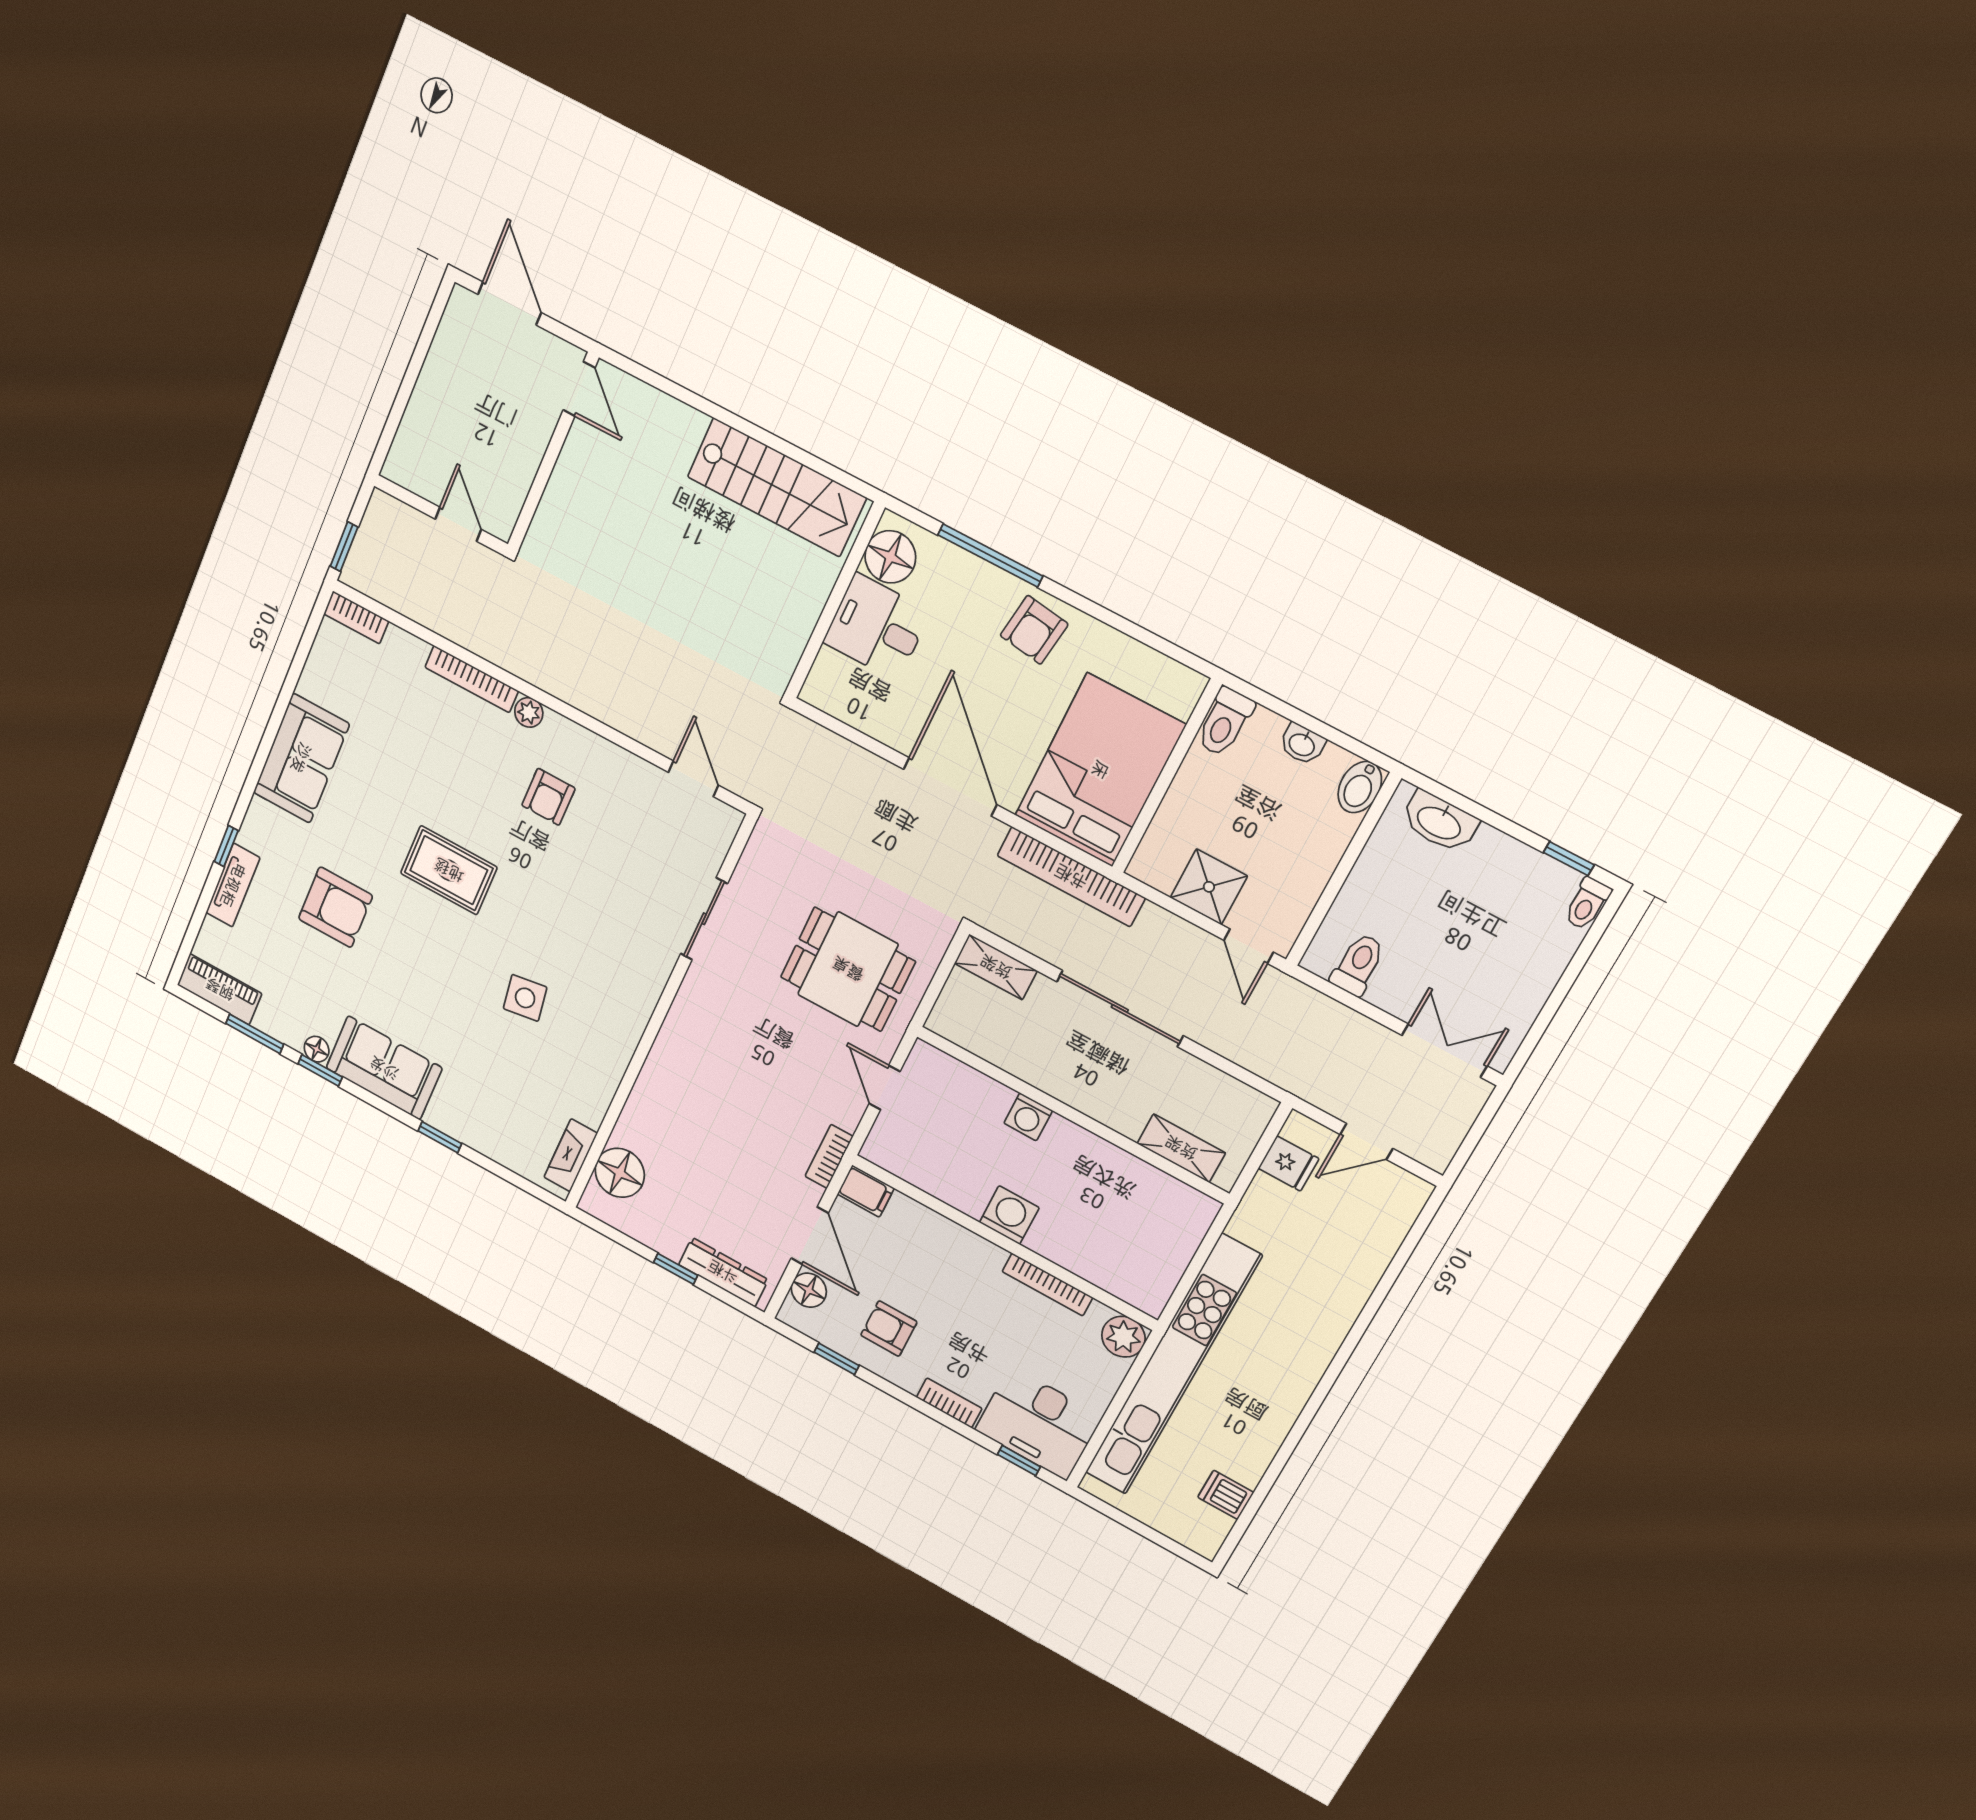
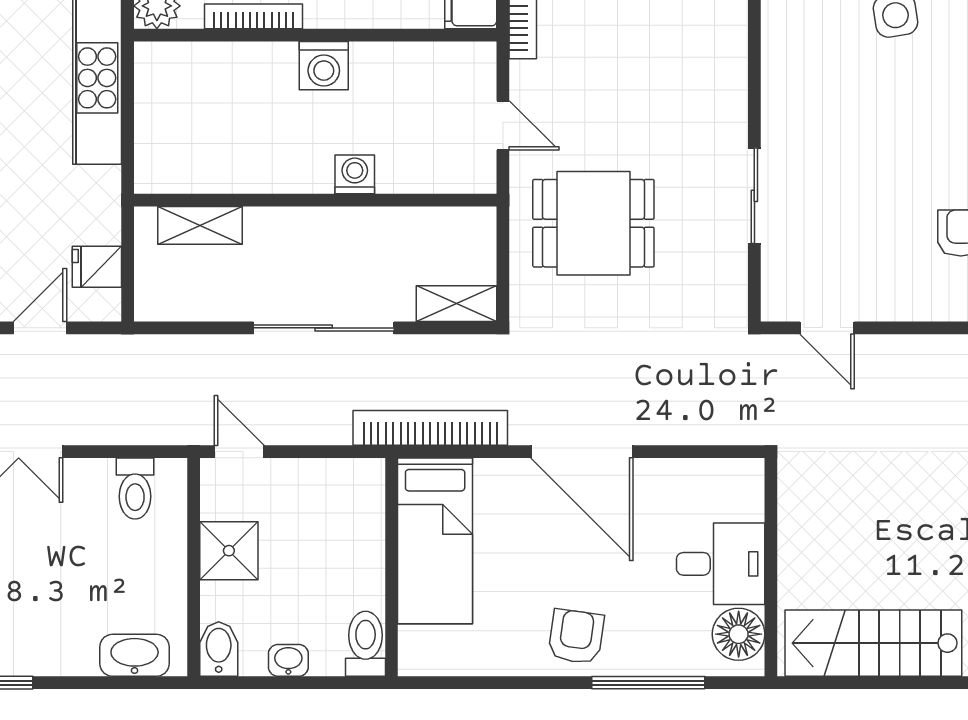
bed: (1100, 770) -> (435, 541), width x0.67
shower: (1209, 887) -> (229, 551), moved

